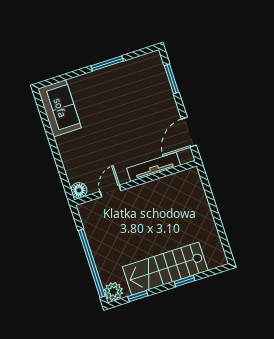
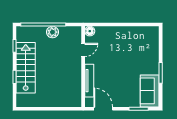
sofa: (60, 108) -> (150, 91), moved, turned 90
door: (110, 191) -> (83, 50), hinge flipped
plant: (113, 291) -> (52, 32), moved

